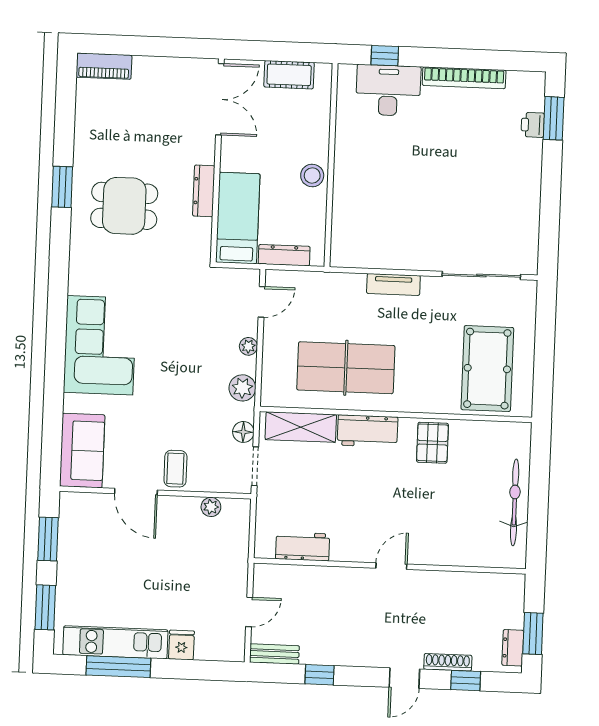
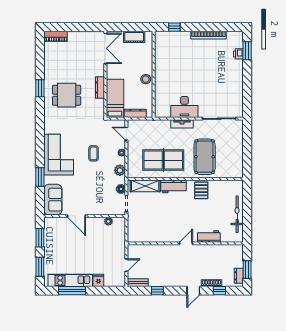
desk: (388, 90) -> (184, 107), moved, turned 180
door: (262, 302) -> (126, 134), swing flipped
pool table: (487, 369) -> (205, 157), moved
window: (54, 396) -> (40, 177), added
coffee table: (175, 469) -> (94, 153), moved
workbench: (303, 546) -> (209, 236), moved

